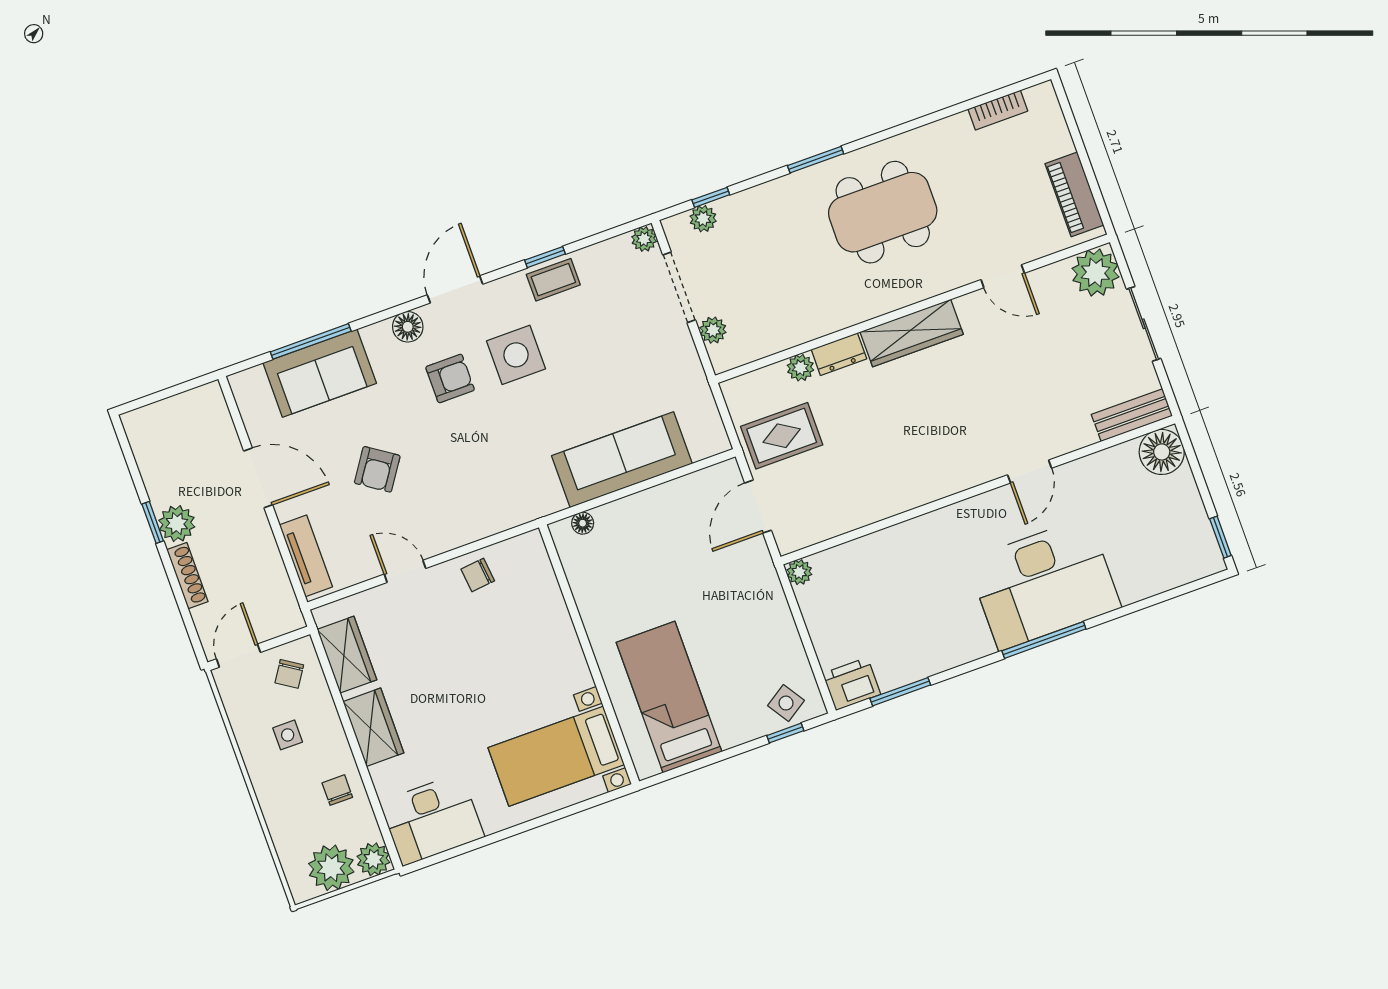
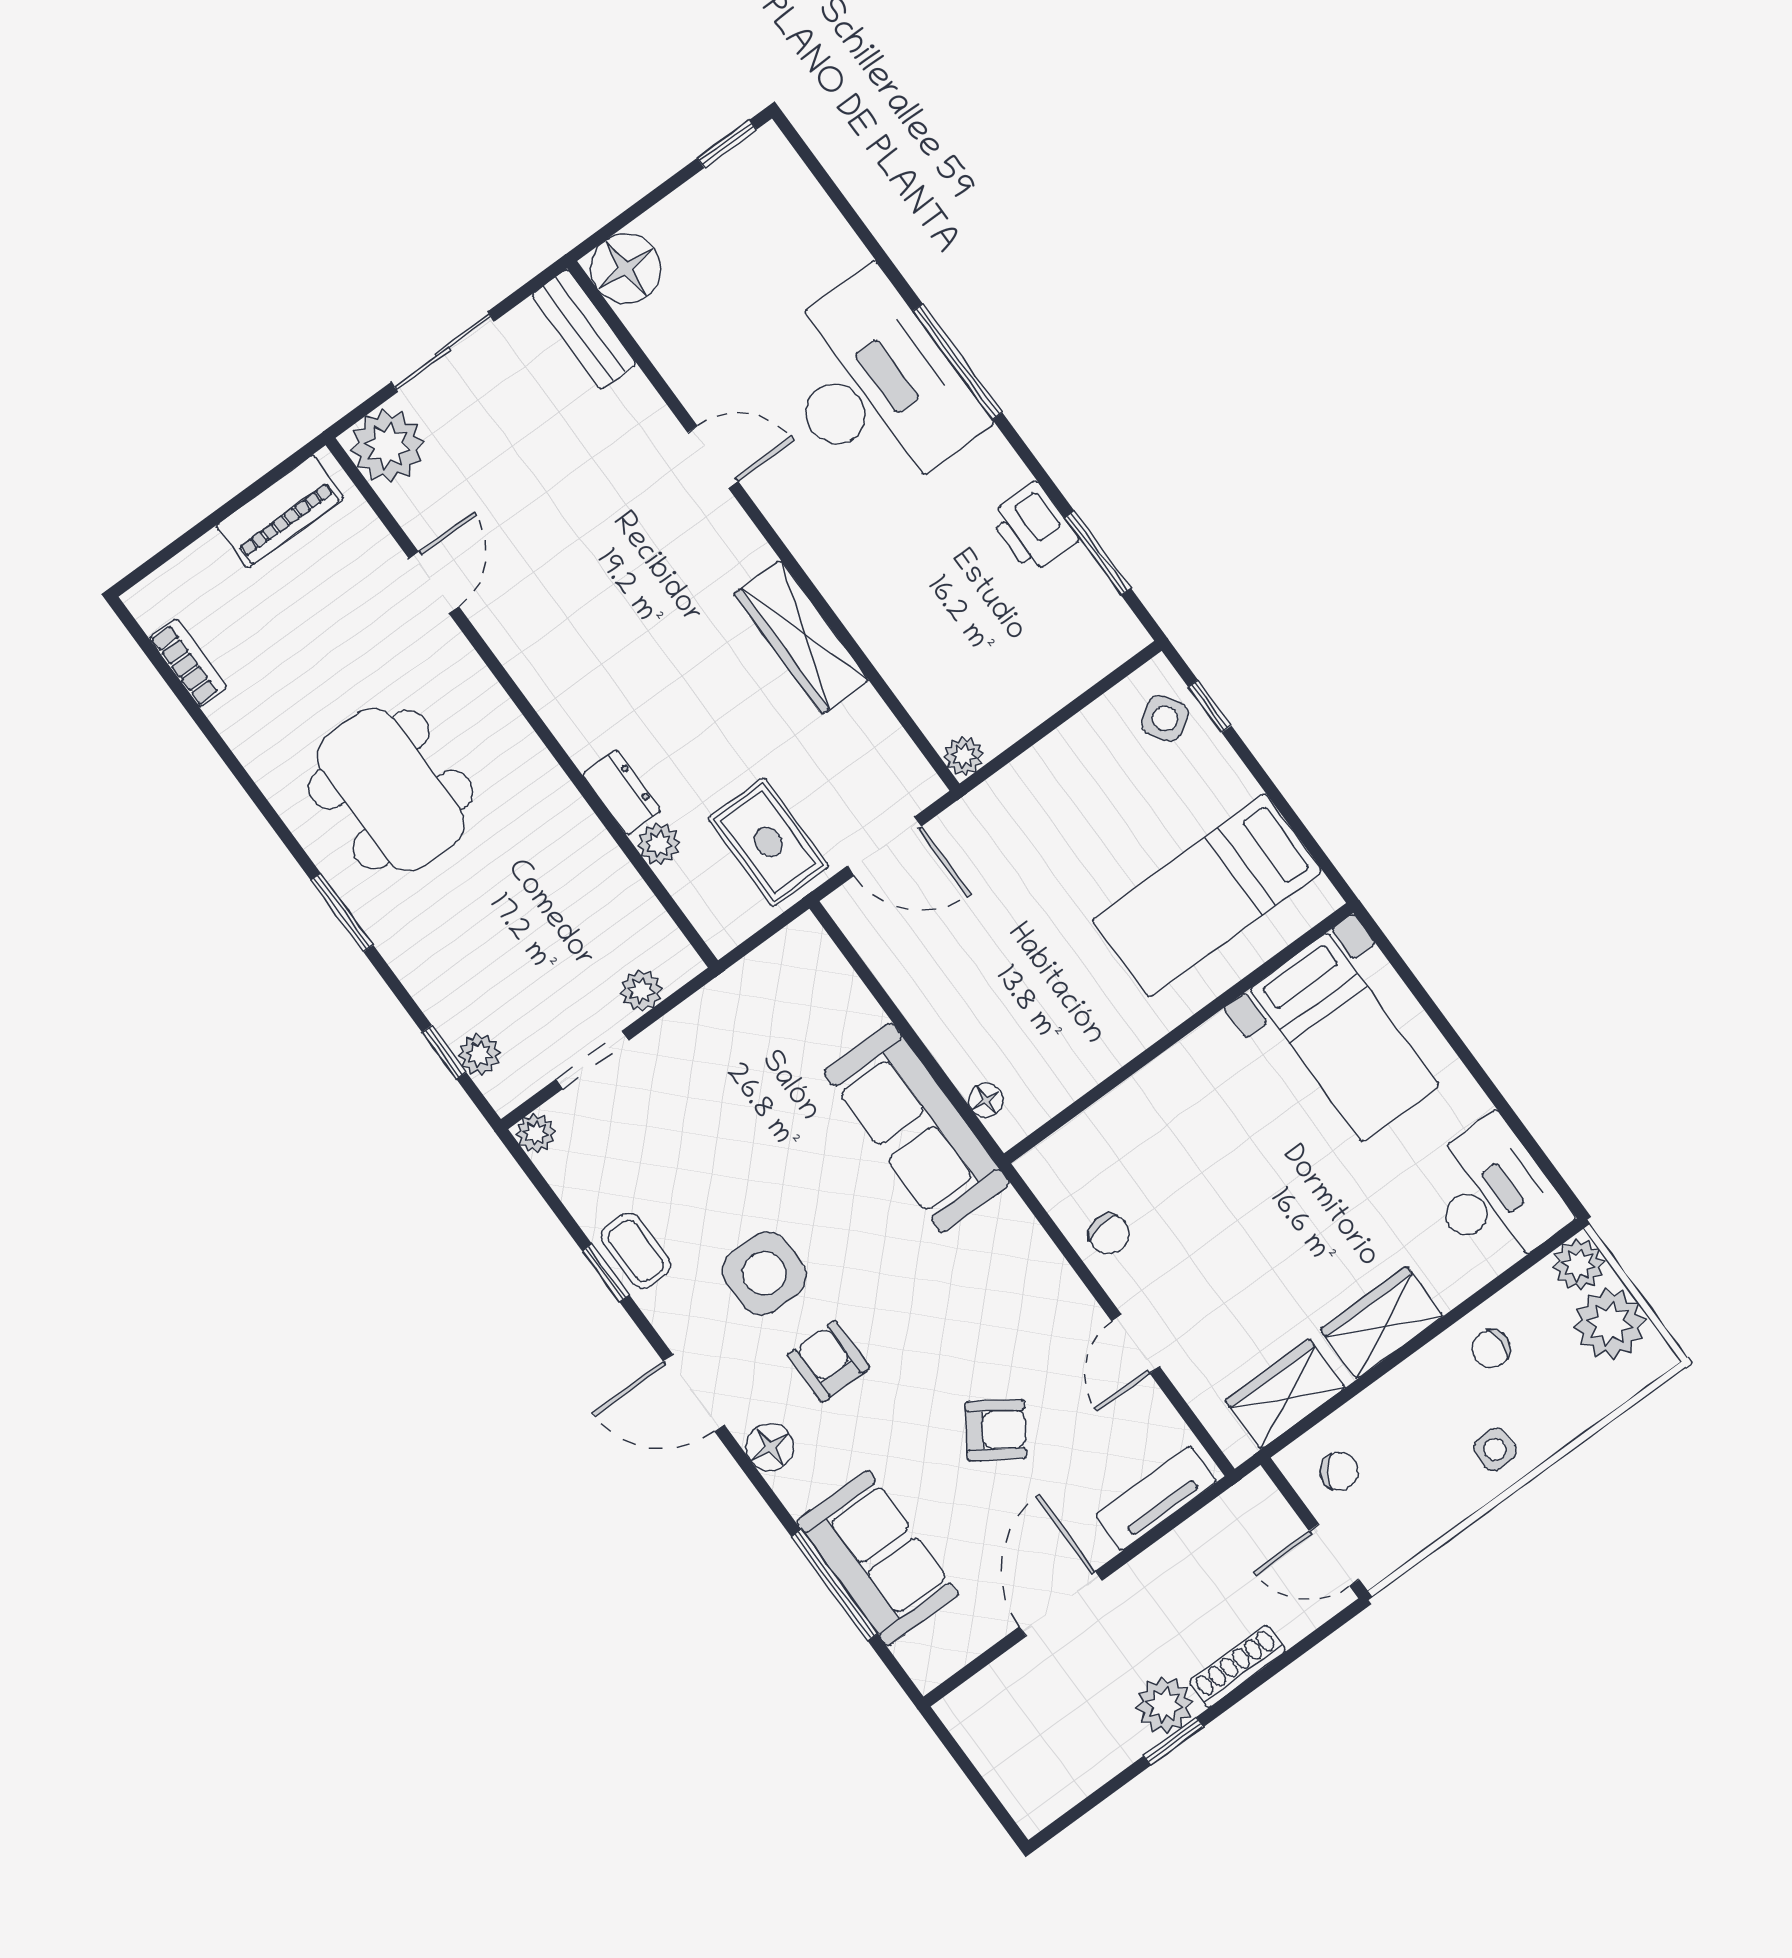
doorway: (679, 287) -> (592, 1060), width x0.73
wardrobe: (912, 333) -> (801, 637), moved, turned 180
sofa: (622, 460) -> (917, 1128), moved
printer: (852, 684) -> (1033, 528), moved
side table: (288, 735) -> (1495, 1449), moved

